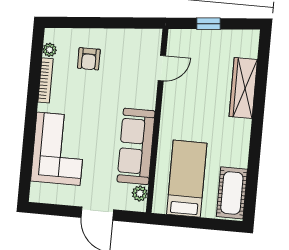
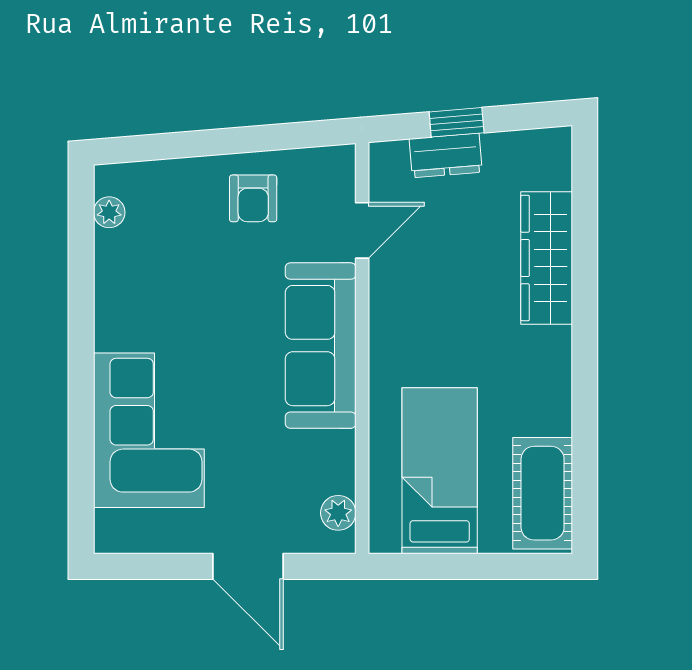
dresser: (202, 38) -> (446, 155), added
armchair: (89, 59) -> (253, 198), moved
bookcase: (46, 80) -> (106, 281), removed
sofa: (136, 146) -> (321, 346), moved

